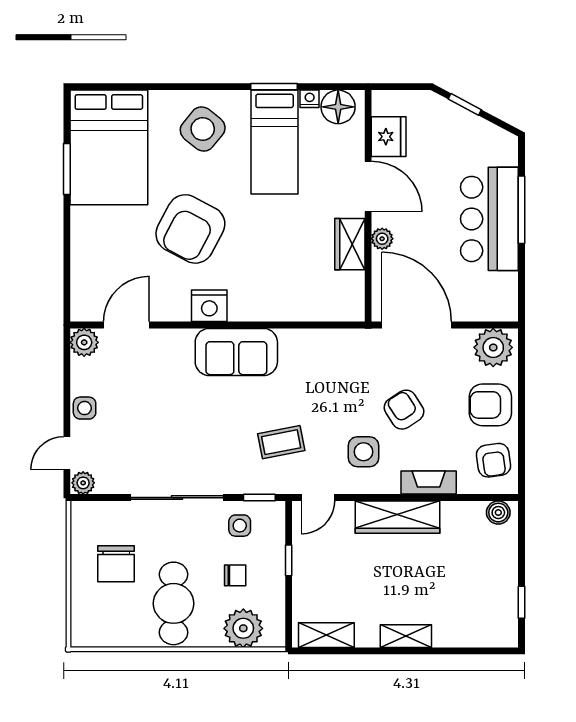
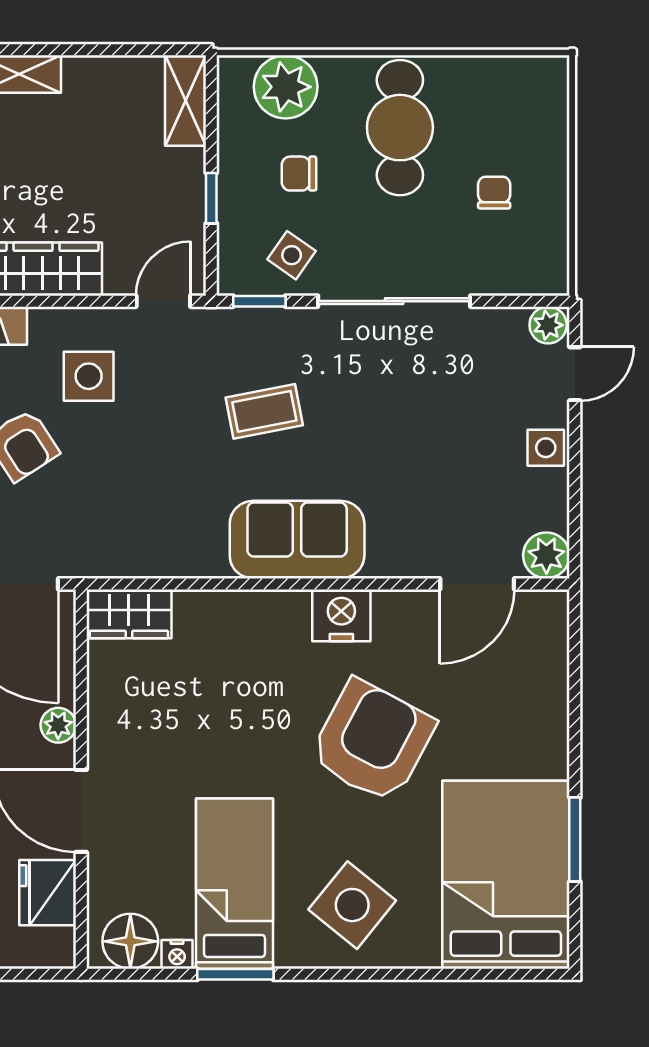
wardrobe: (350, 244) -> (129, 614), moved, turned 90
coffee table: (281, 442) -> (264, 411), moved
side table: (240, 526) -> (292, 255), turned 35
chair: (116, 564) -> (494, 193), width x0.54, depth x0.54
shelving: (326, 635) -> (186, 101), moved, turned 90

